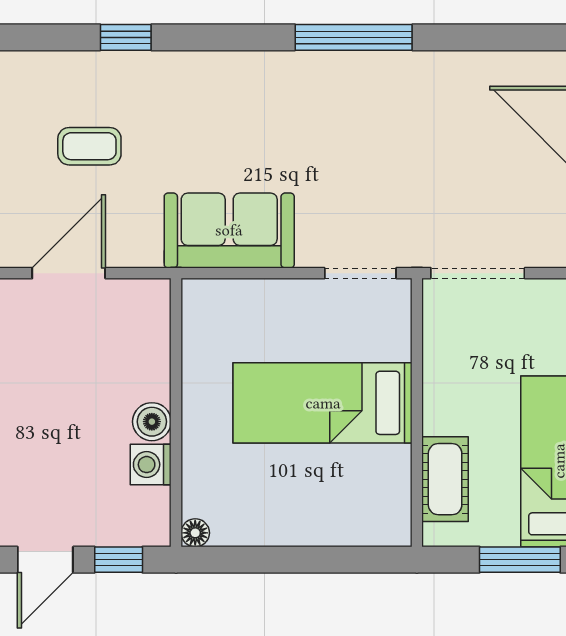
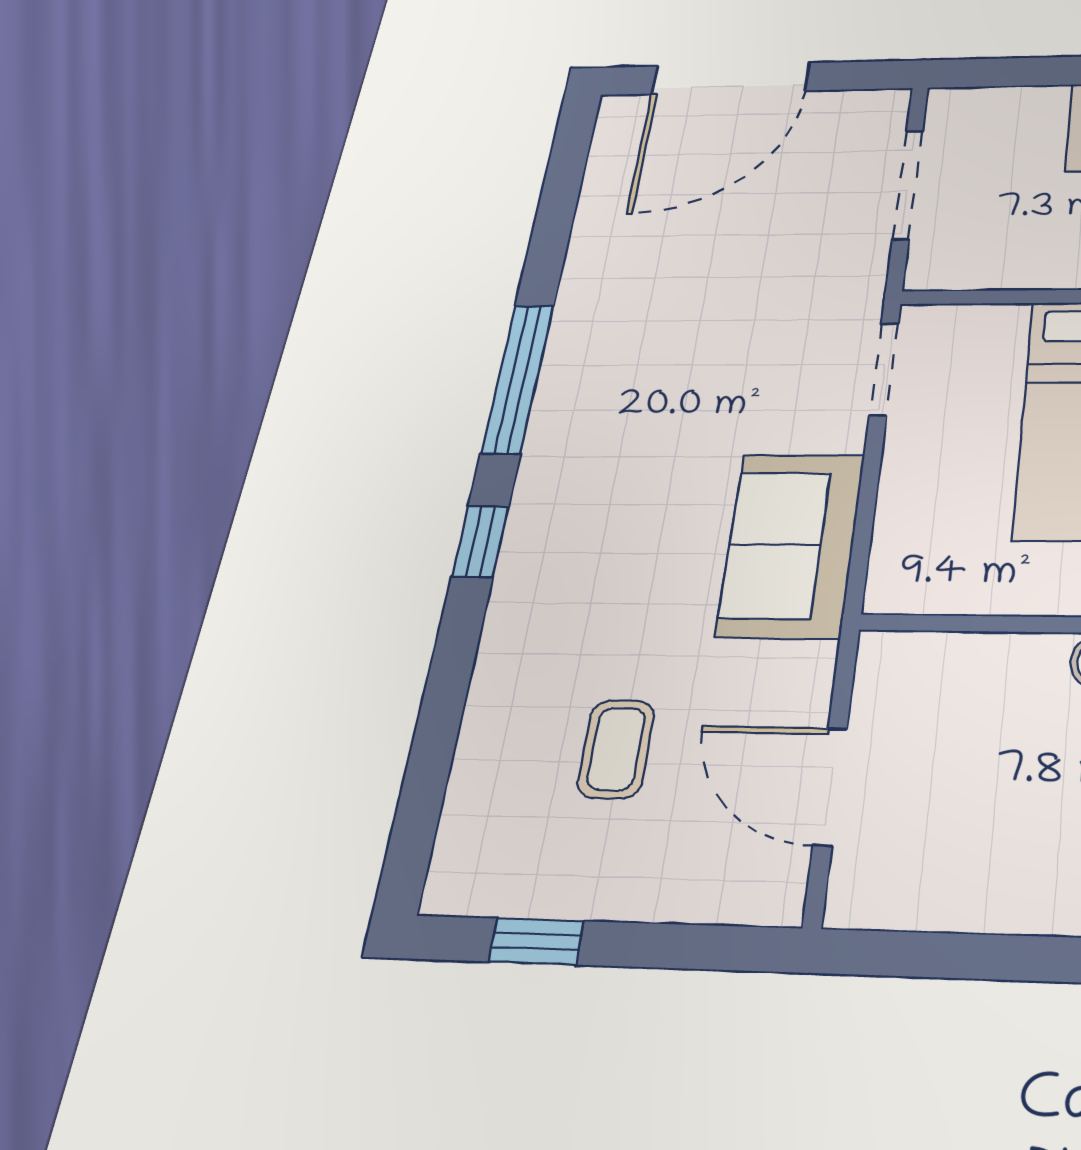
window: (126, 37) -> (480, 541), moved
doorway: (478, 273) -> (908, 185), moved

